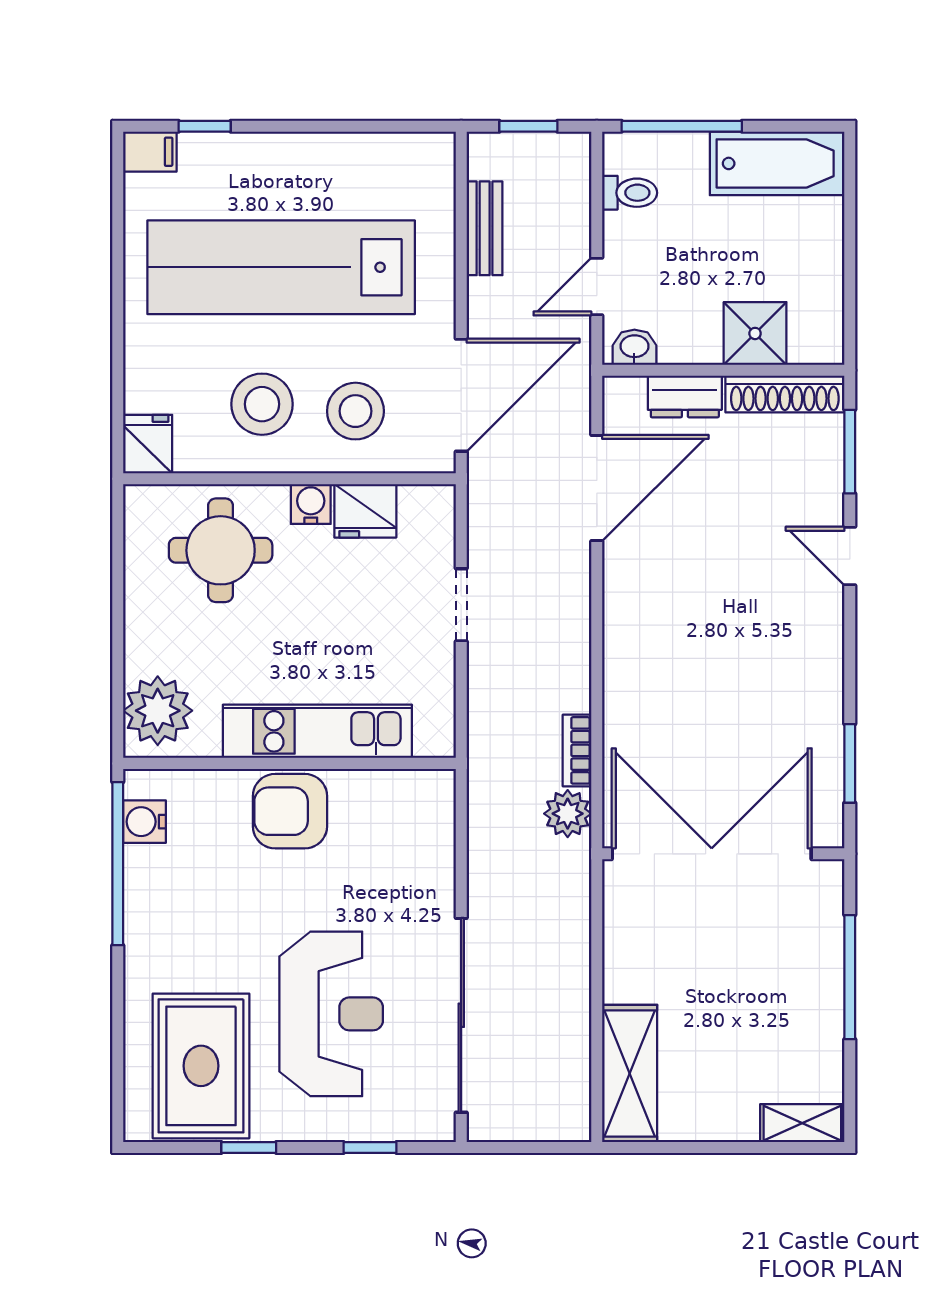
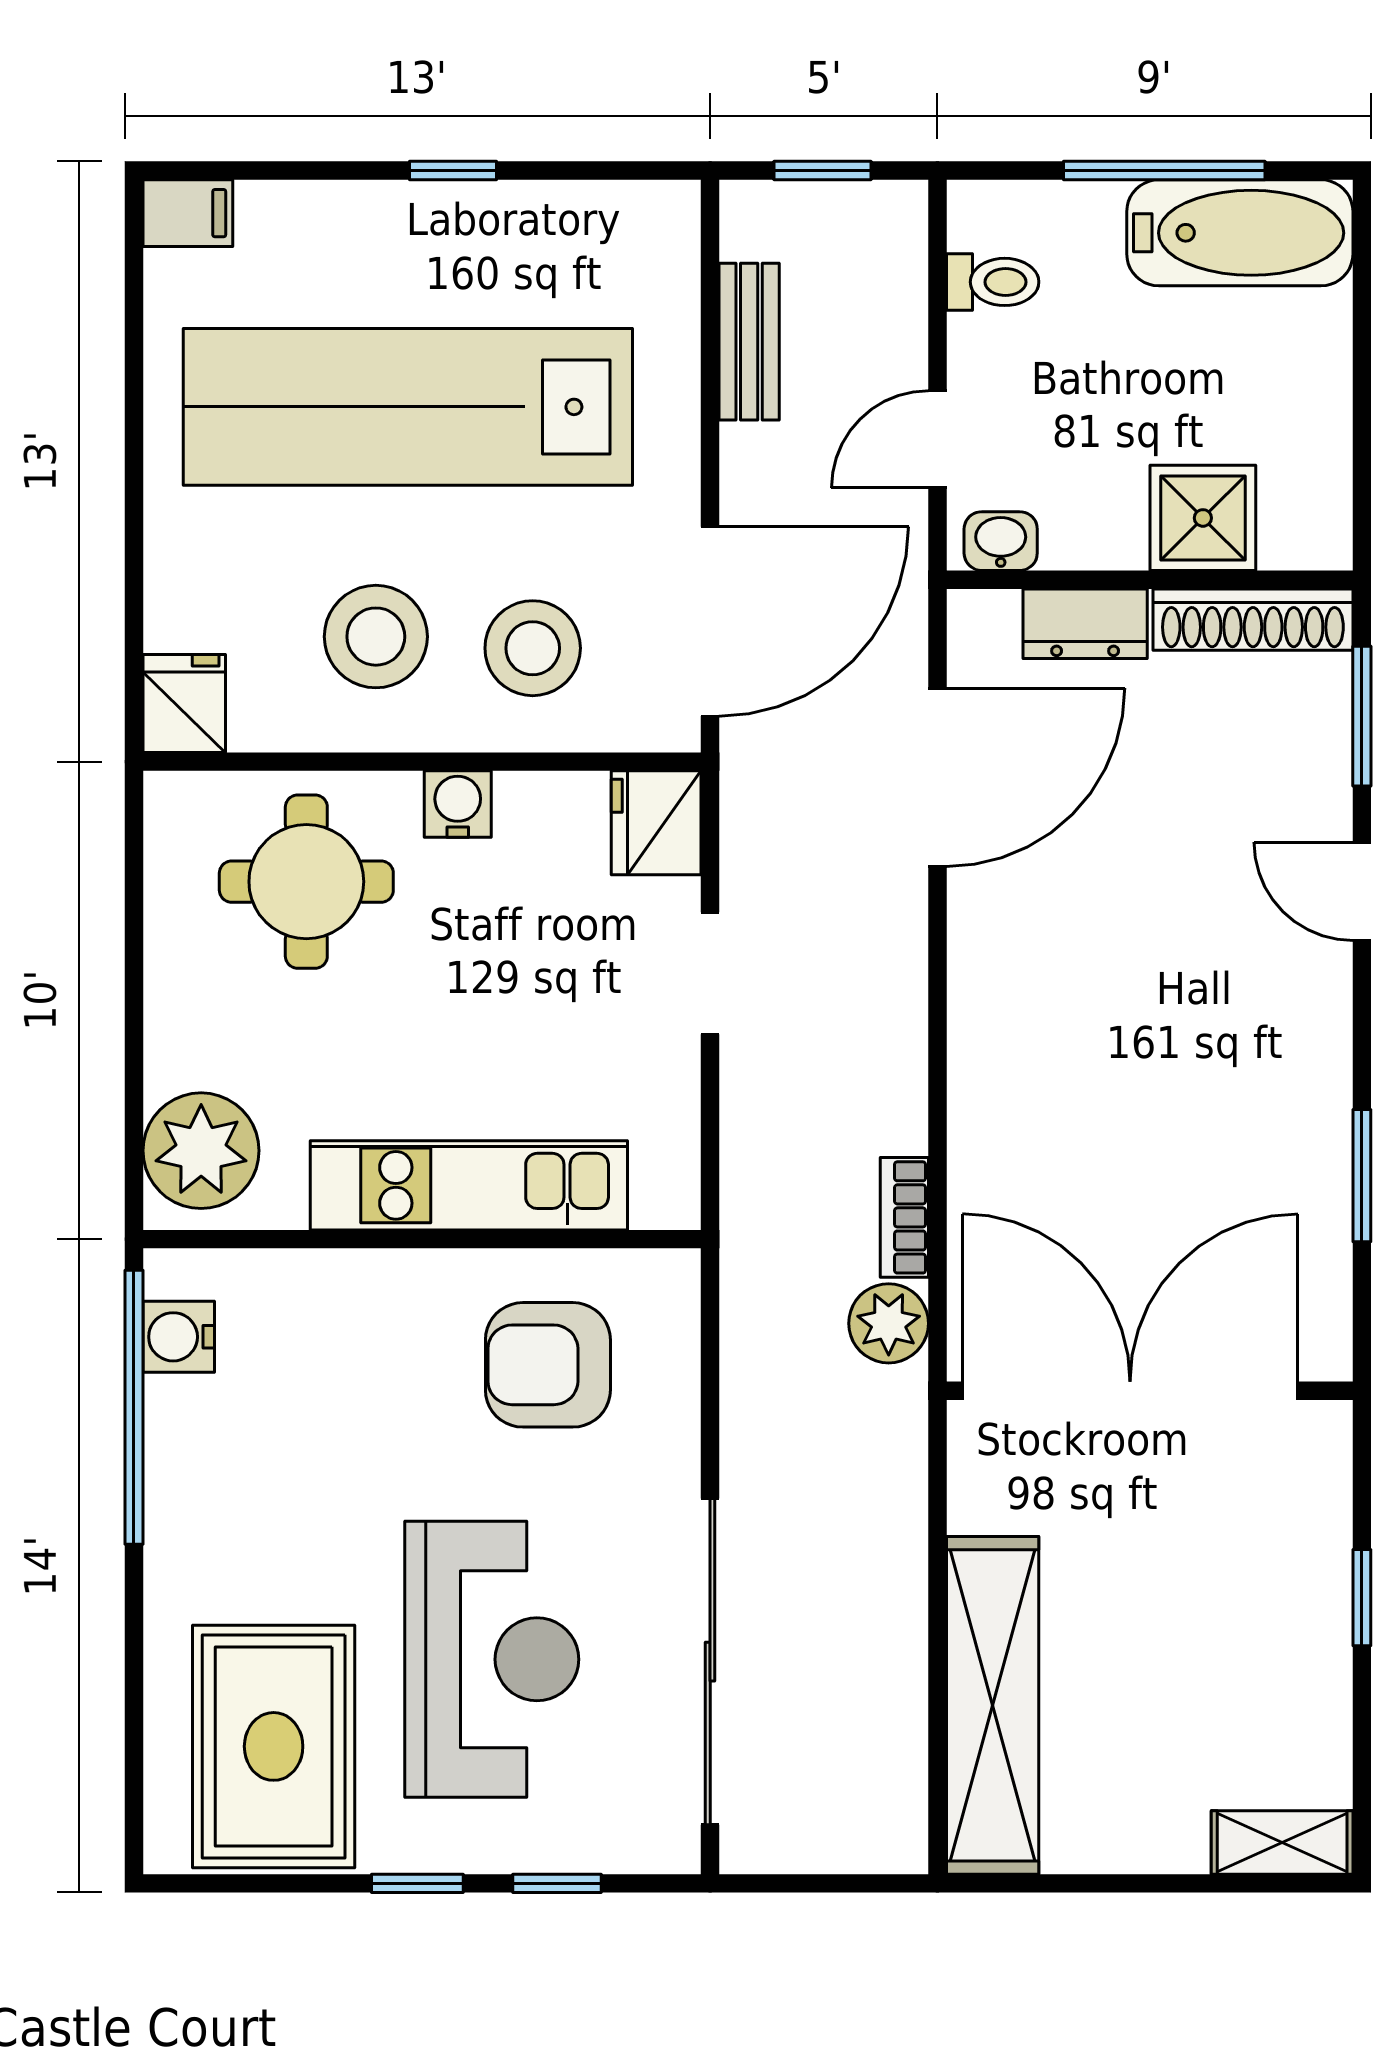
window: (205, 126) -> (453, 170), moved
window: (682, 126) -> (1164, 170), moved
fridge: (365, 511) -> (656, 823), moved, turned 90
window: (850, 763) -> (1362, 1176), moved
armchair: (290, 811) -> (548, 1365), moved
window: (850, 977) -> (1362, 1598), width x0.46
shelving: (630, 1073) -> (993, 1705), width x1.47
window: (249, 1147) -> (417, 1883), moved

